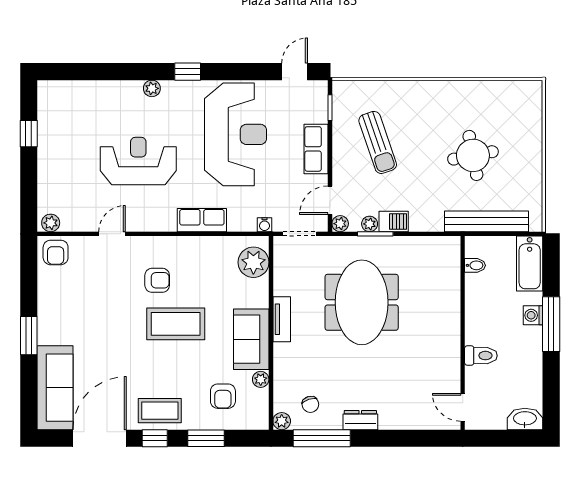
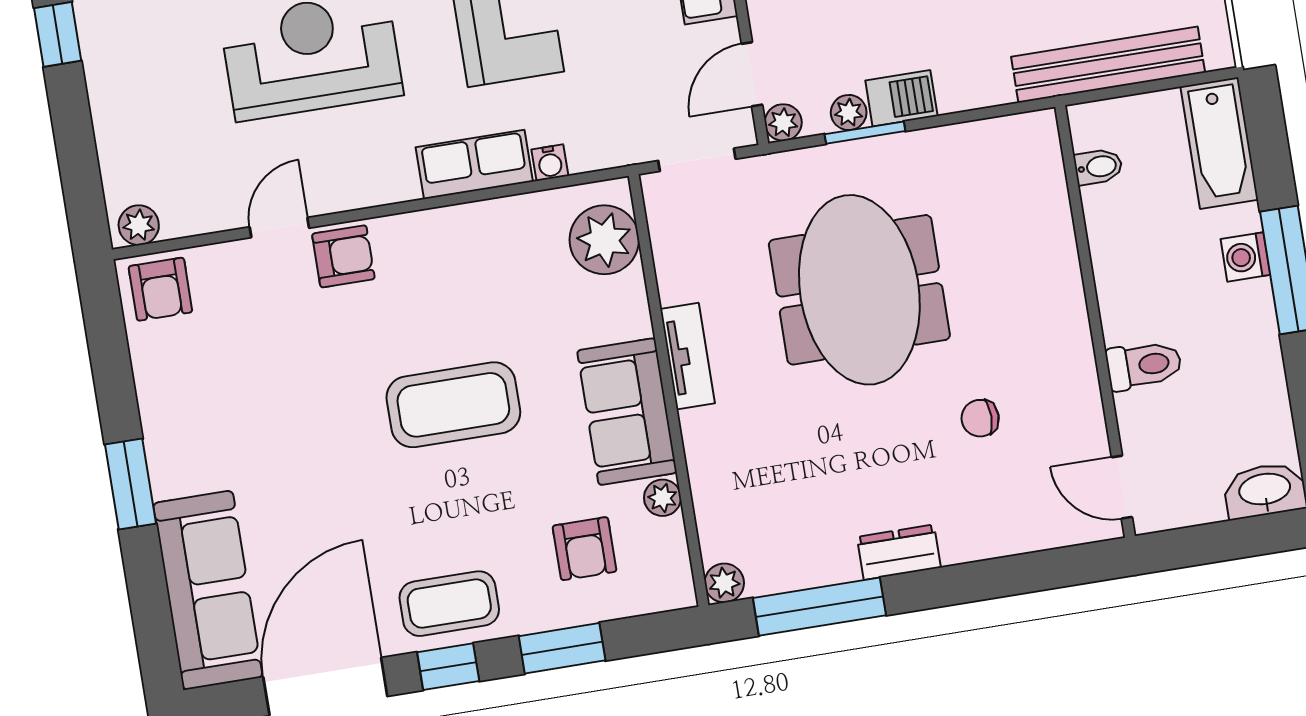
water cooler: (264, 225) -> (550, 163), moved
armchair: (157, 280) -> (343, 256), moved
chair: (310, 404) -> (980, 418), moved, turned 108

